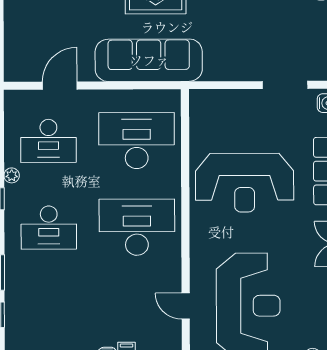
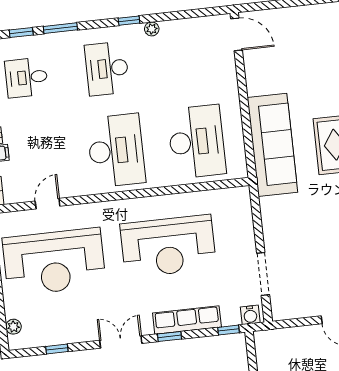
door: (60, 86) -> (237, 34), moved
desk: (48, 141) -> (26, 78), moved, width x0.73
reception desk: (245, 183) -> (168, 246), turned -90

